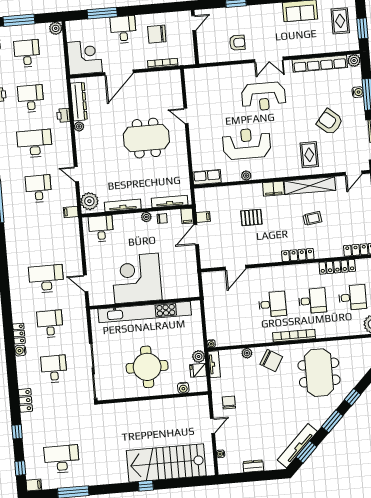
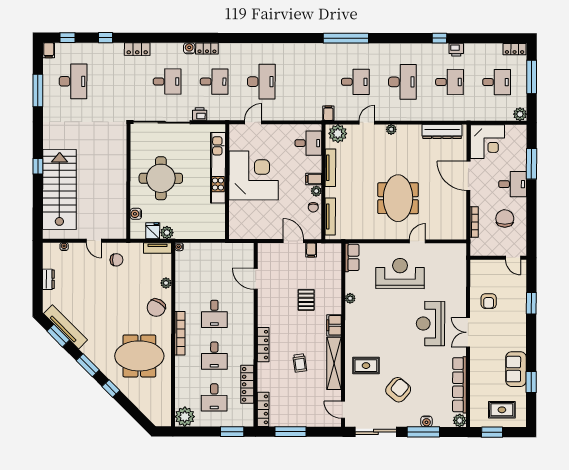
printer: (63, 115) -> (200, 114), moved
plant: (79, 126) -> (391, 129), moved
reception desk: (247, 144) -> (400, 273), moved, turned -90
filing cabinet: (187, 216) -> (314, 179), moved
kitchen unit: (145, 312) -> (218, 168), width x0.73

